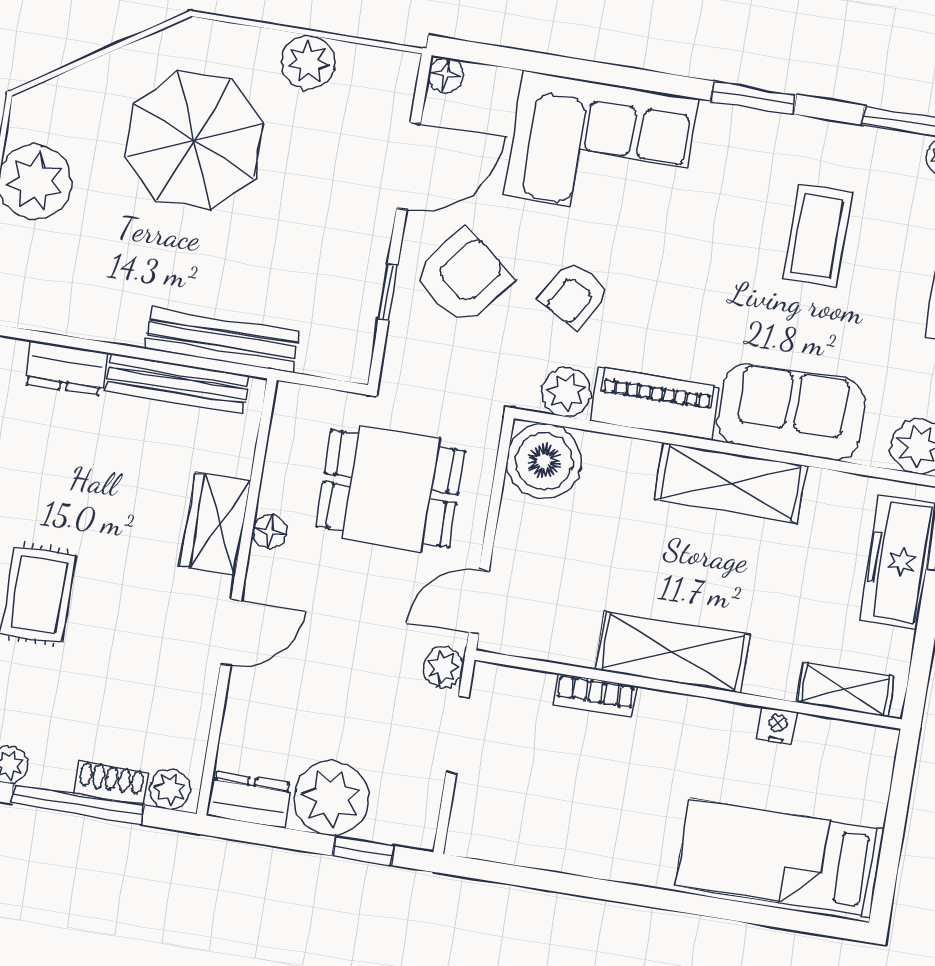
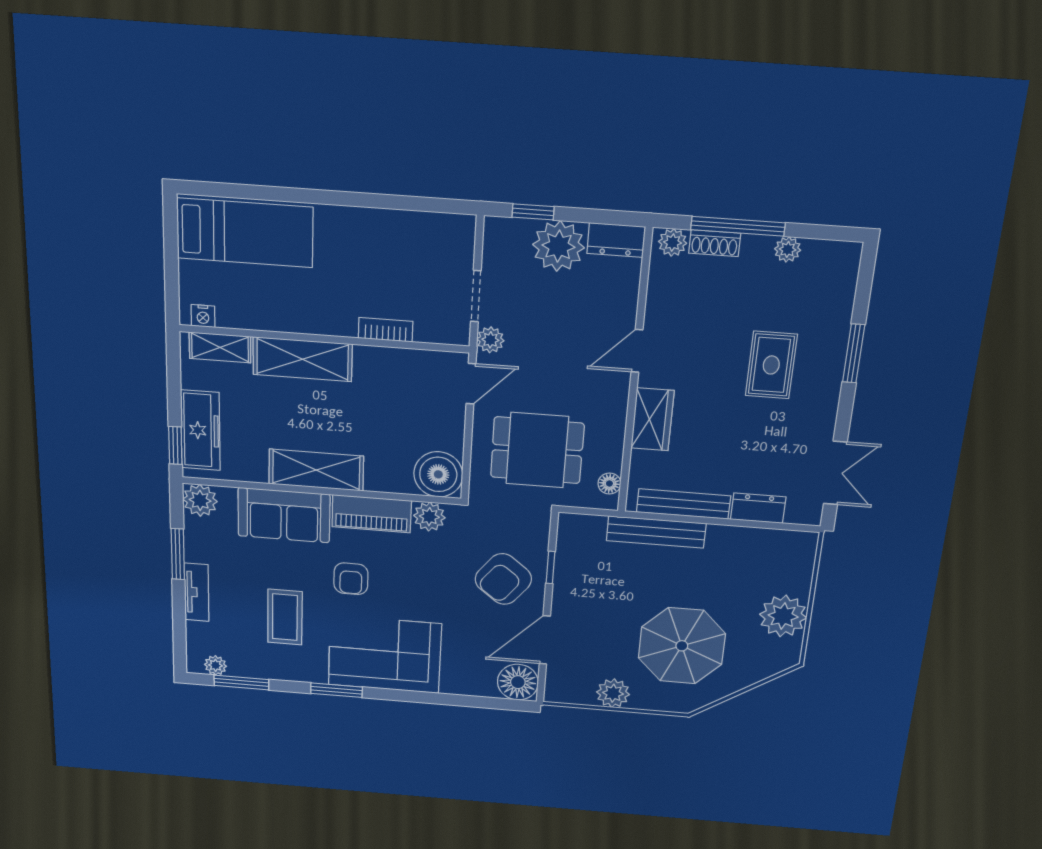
floor lamp: (446, 75) -> (518, 682), width x1.89, depth x1.89
corner sofa: (601, 147) -> (385, 654), moved
armchair: (574, 295) -> (351, 579), moved, turned 149
floor lamp: (270, 532) -> (609, 483), moved
shelving: (673, 652) -> (303, 359), moved
nightstand: (778, 726) -> (203, 316), moved

